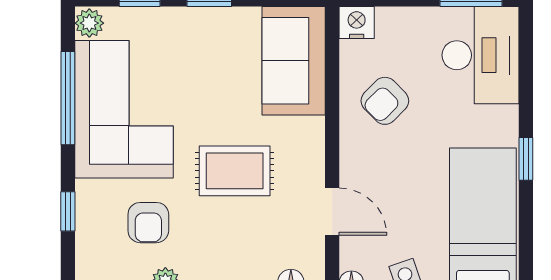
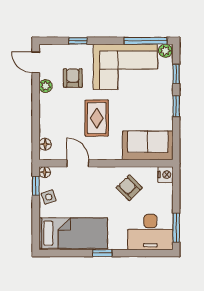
window: (68, 98) -> (146, 41), moved
door: (332, 212) -> (78, 163), swing flipped
armchair: (148, 223) -> (73, 78), turned 90

